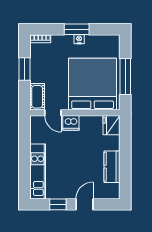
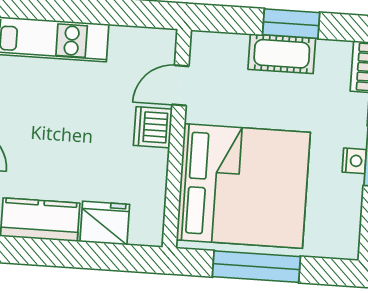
cot: (37, 97) -> (282, 54), moved
fridge: (112, 125) -> (105, 223), moved

